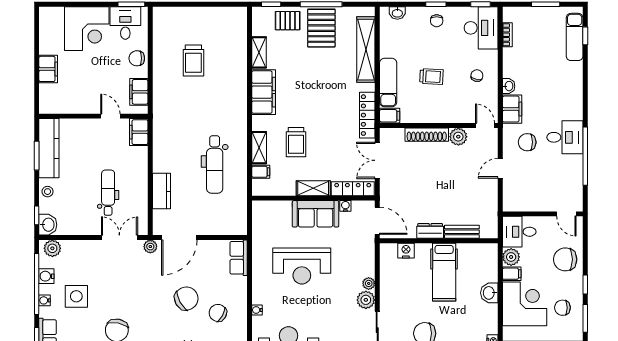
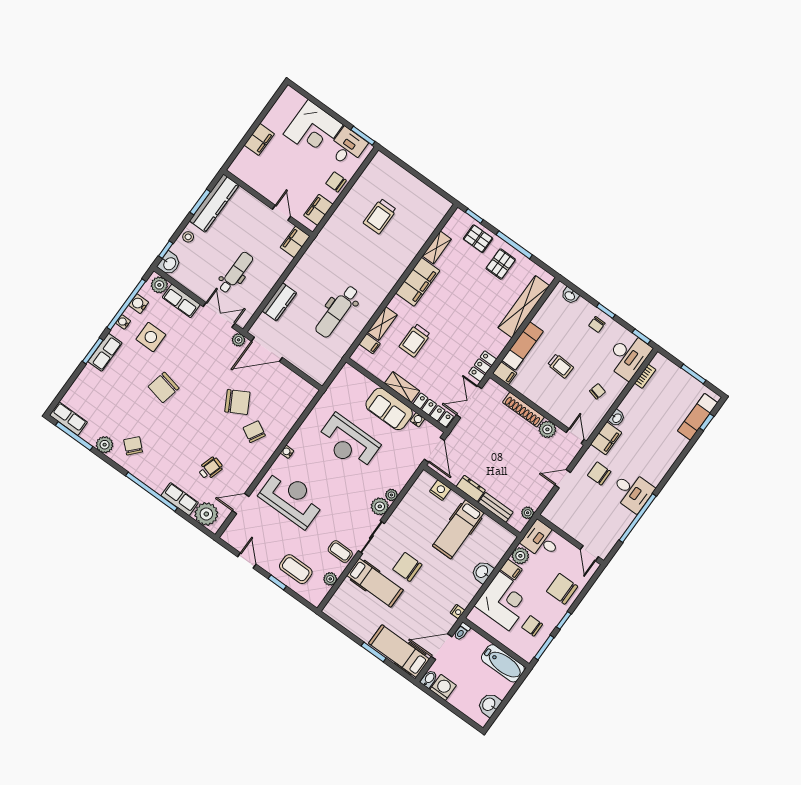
pallet: (321, 28) -> (501, 264), width x0.67, depth x0.71
locker: (367, 115) -> (483, 366), width x0.66
plant: (492, 217) -> (528, 513), added
row of seats: (239, 258) -> (181, 301), moved, turned -90

